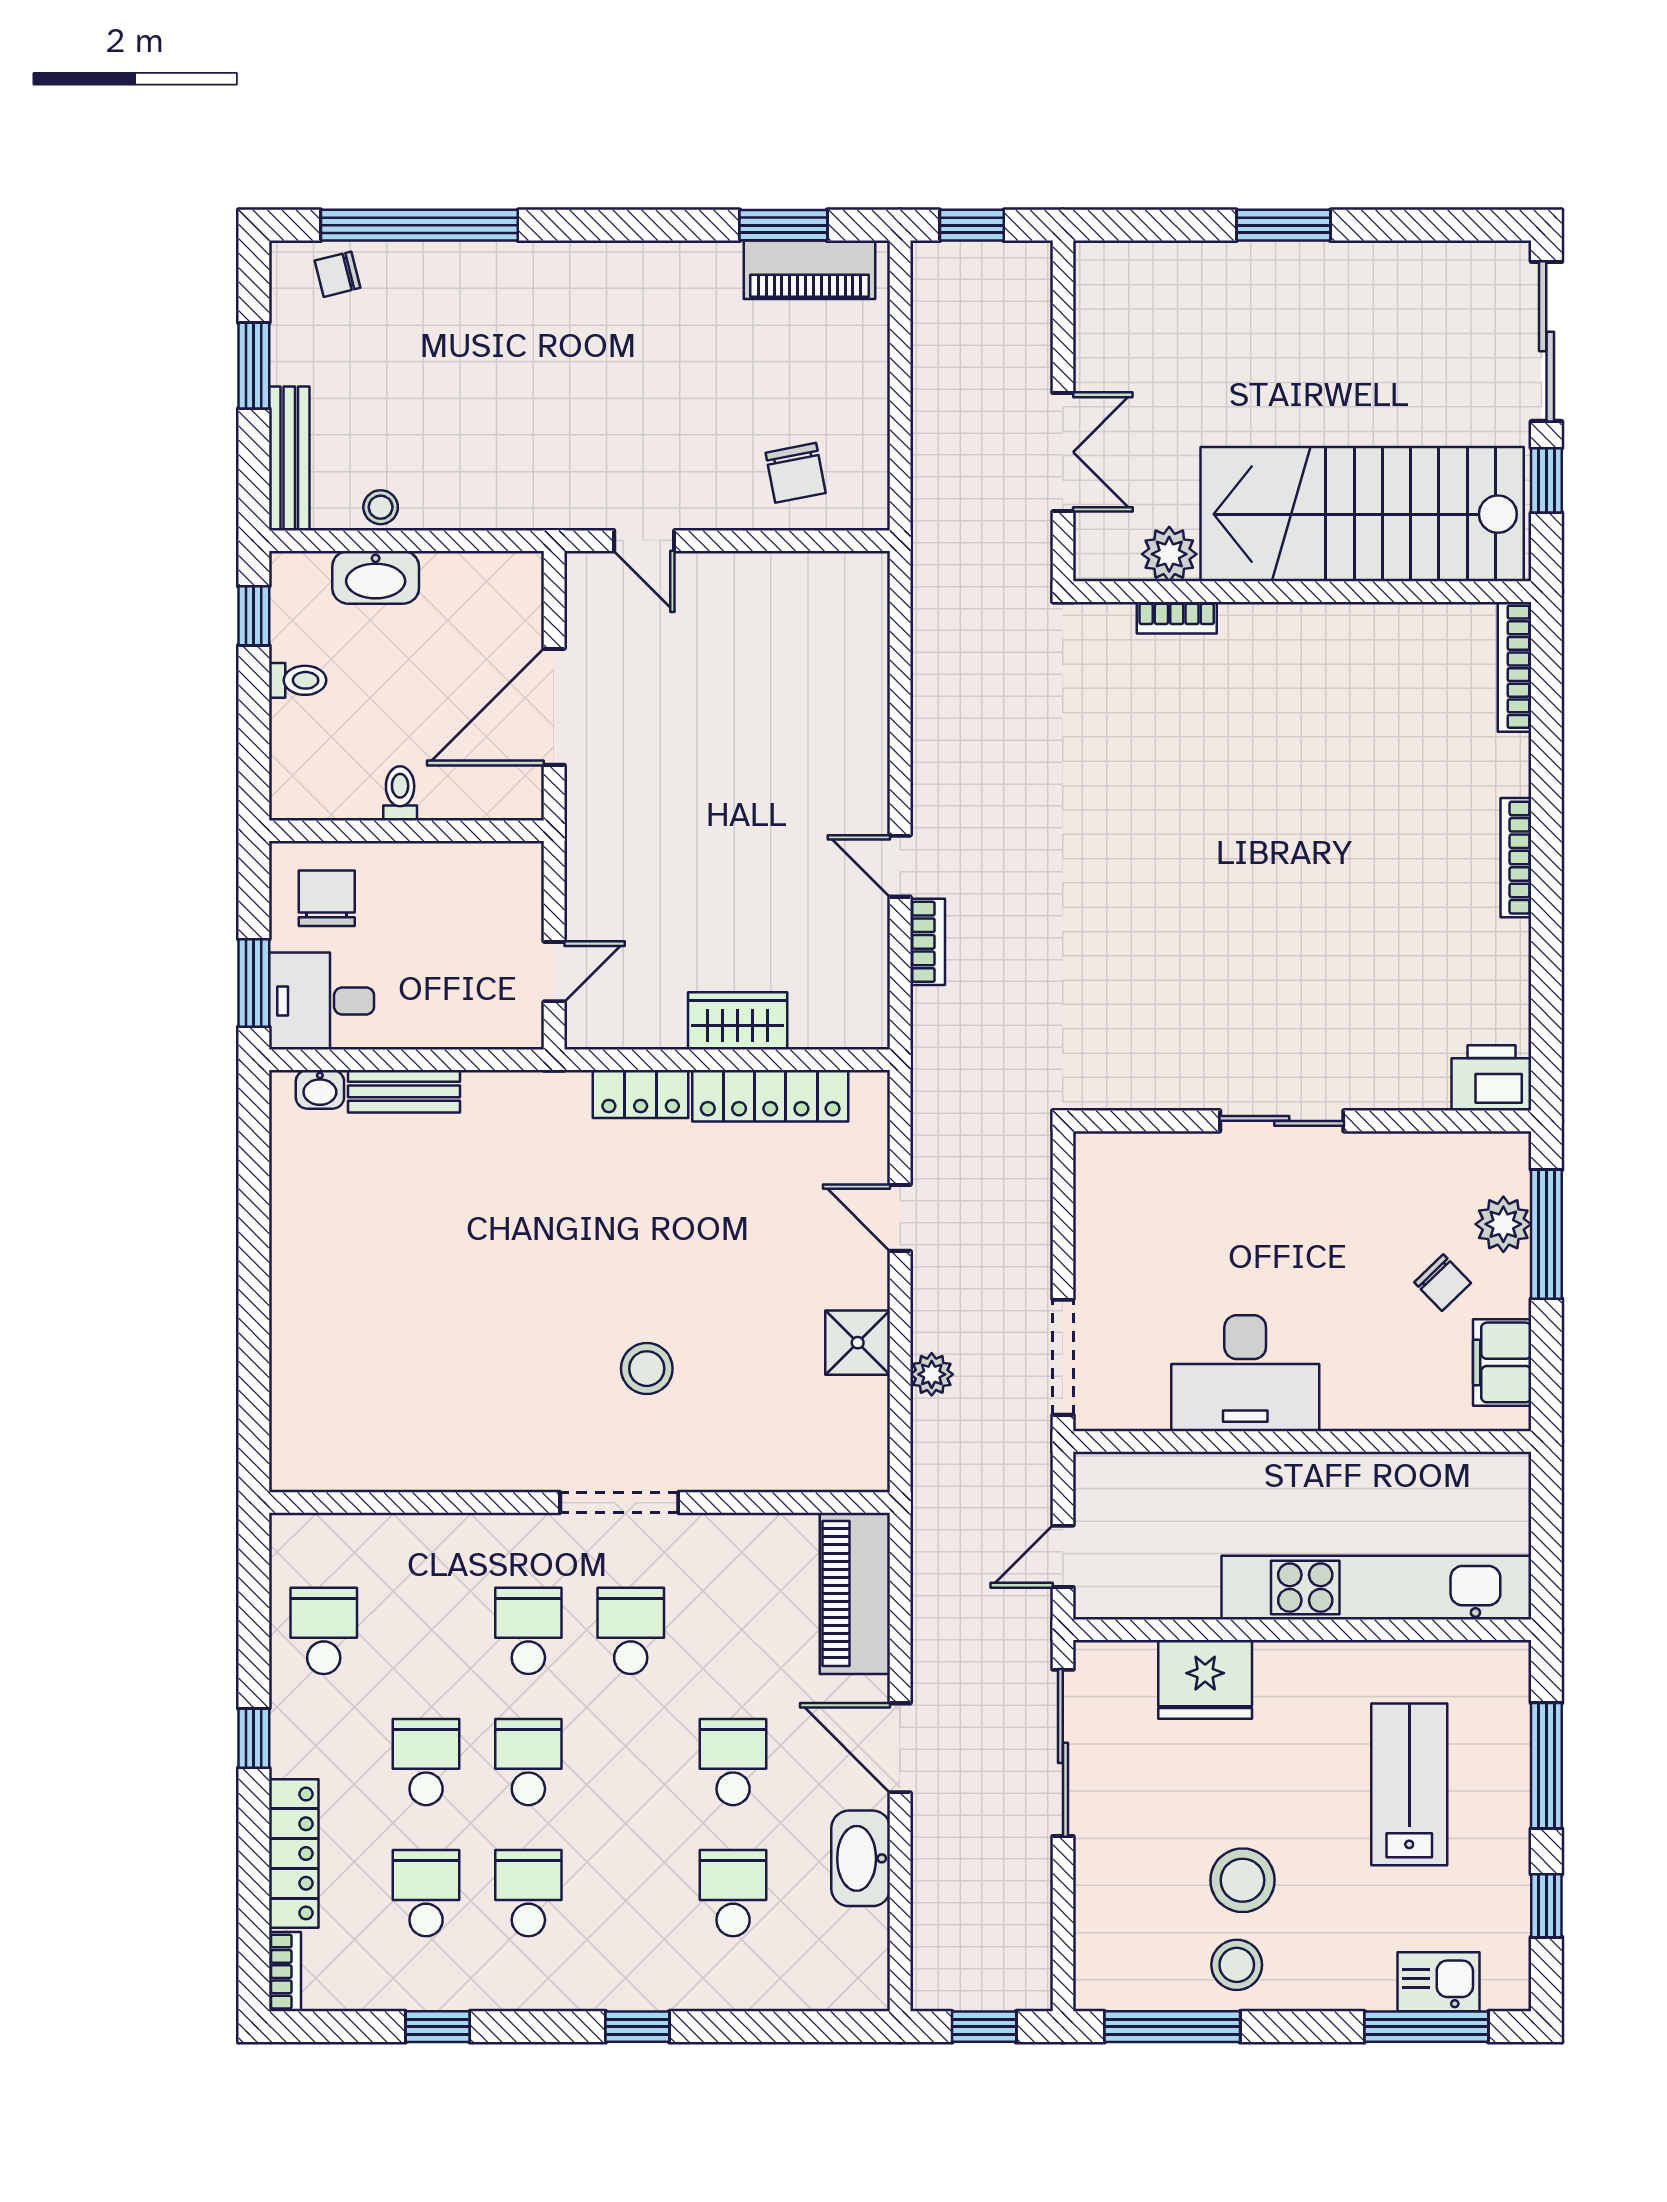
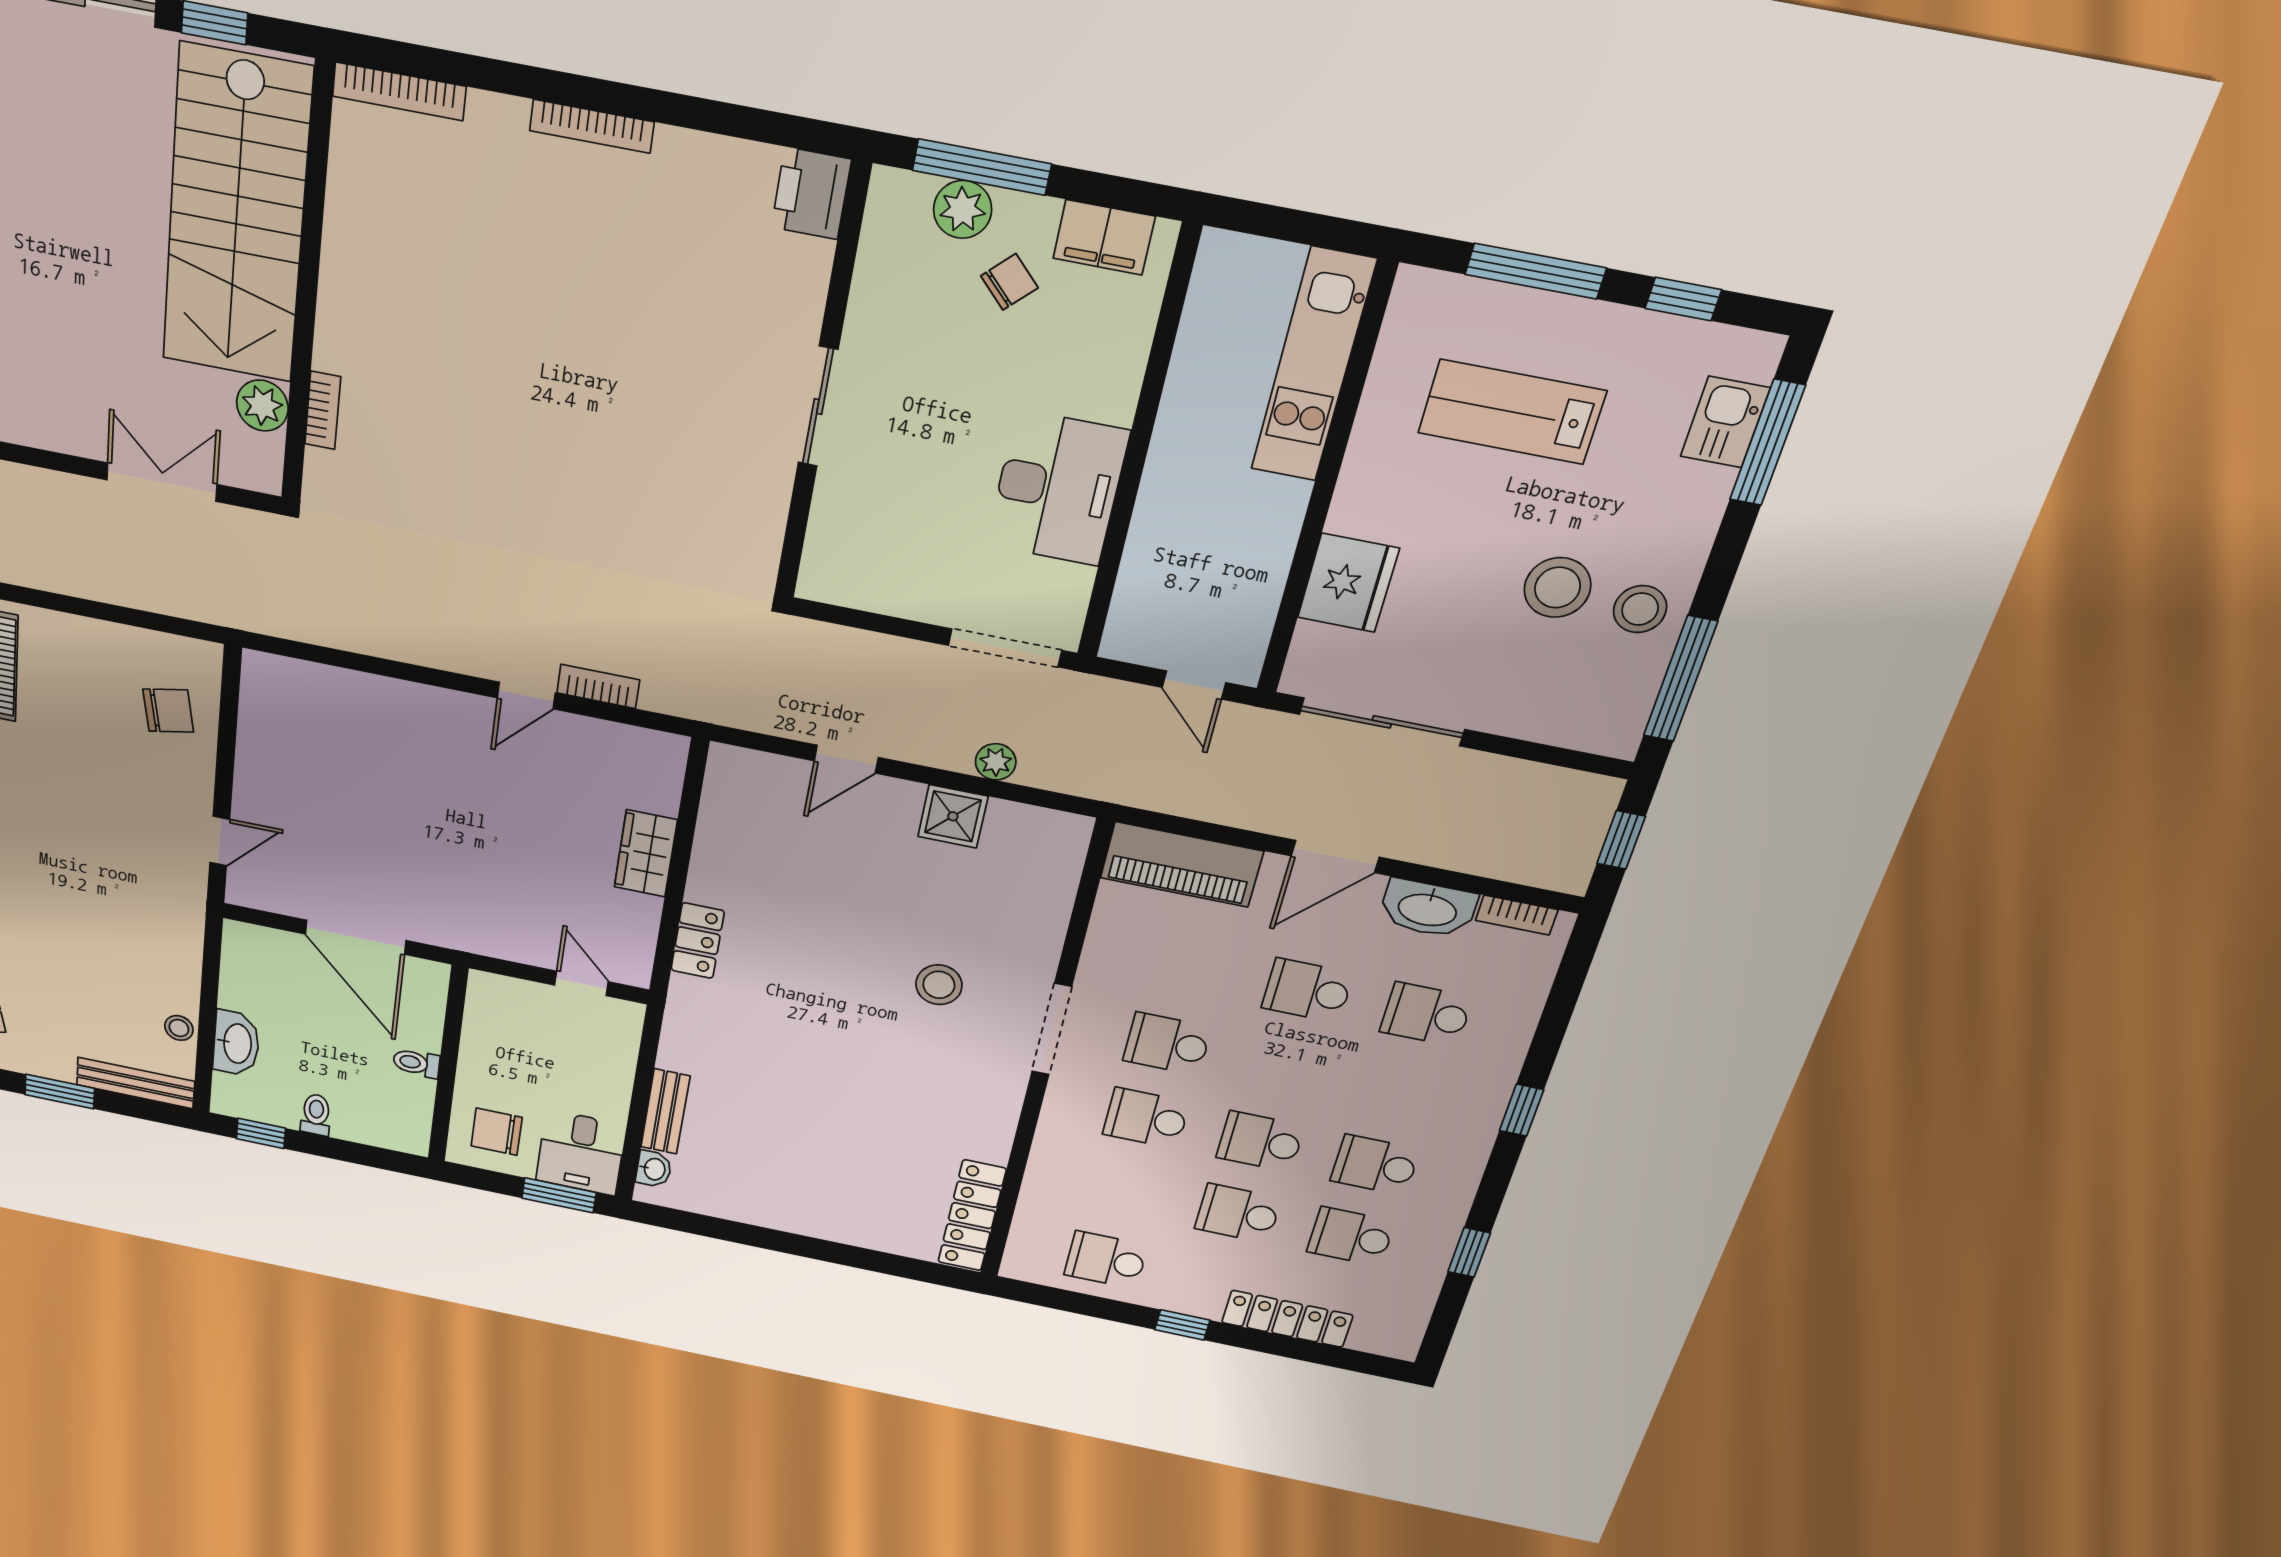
locker: (770, 1096) -> (972, 1216), moved, turned 180
kitchen unit: (1376, 1588) -> (1313, 365), width x0.73
bookcase: (285, 1972) -> (1517, 915), moved, turned 180

